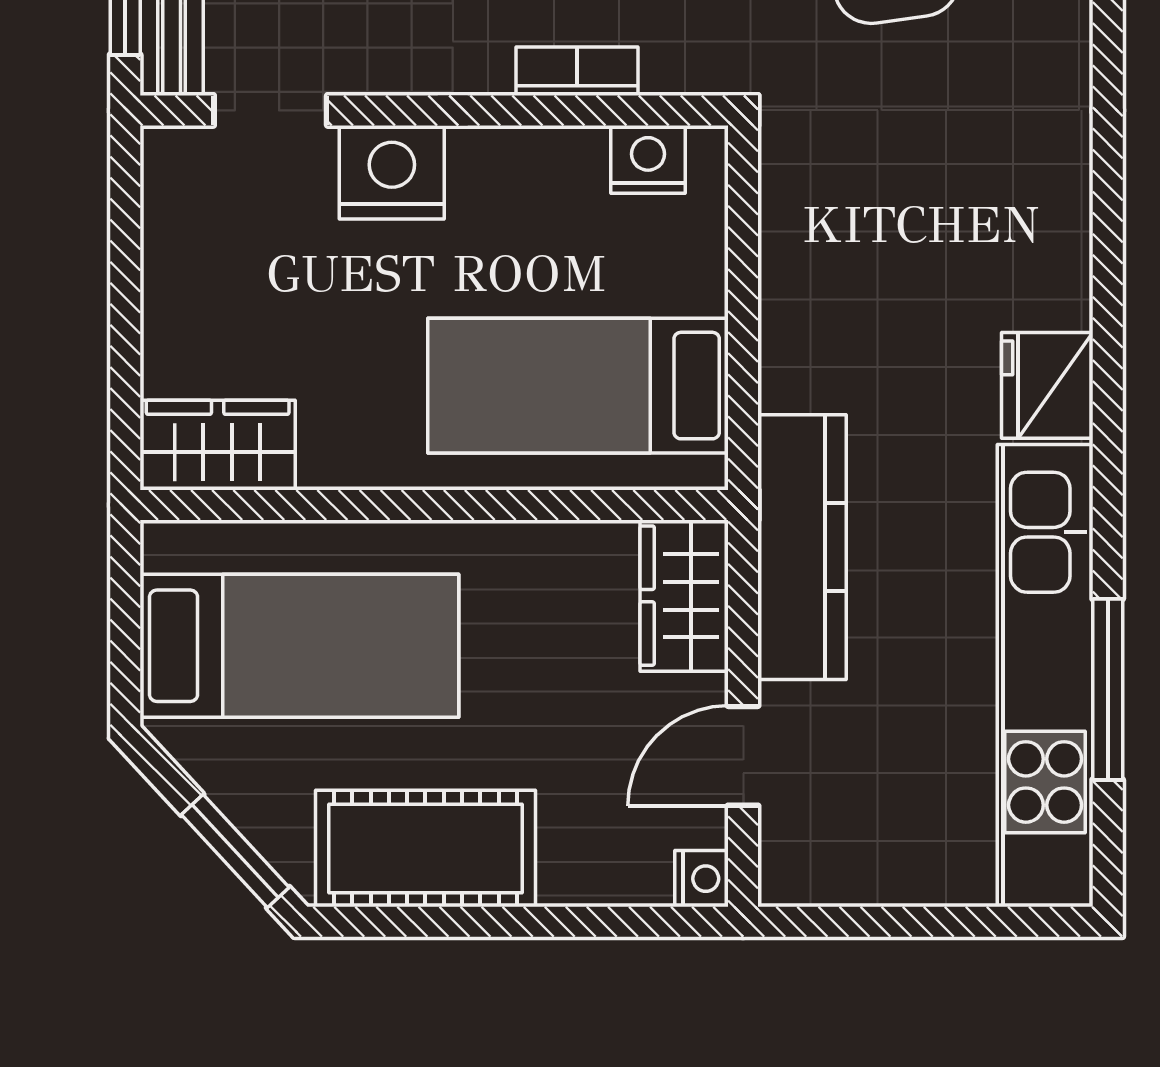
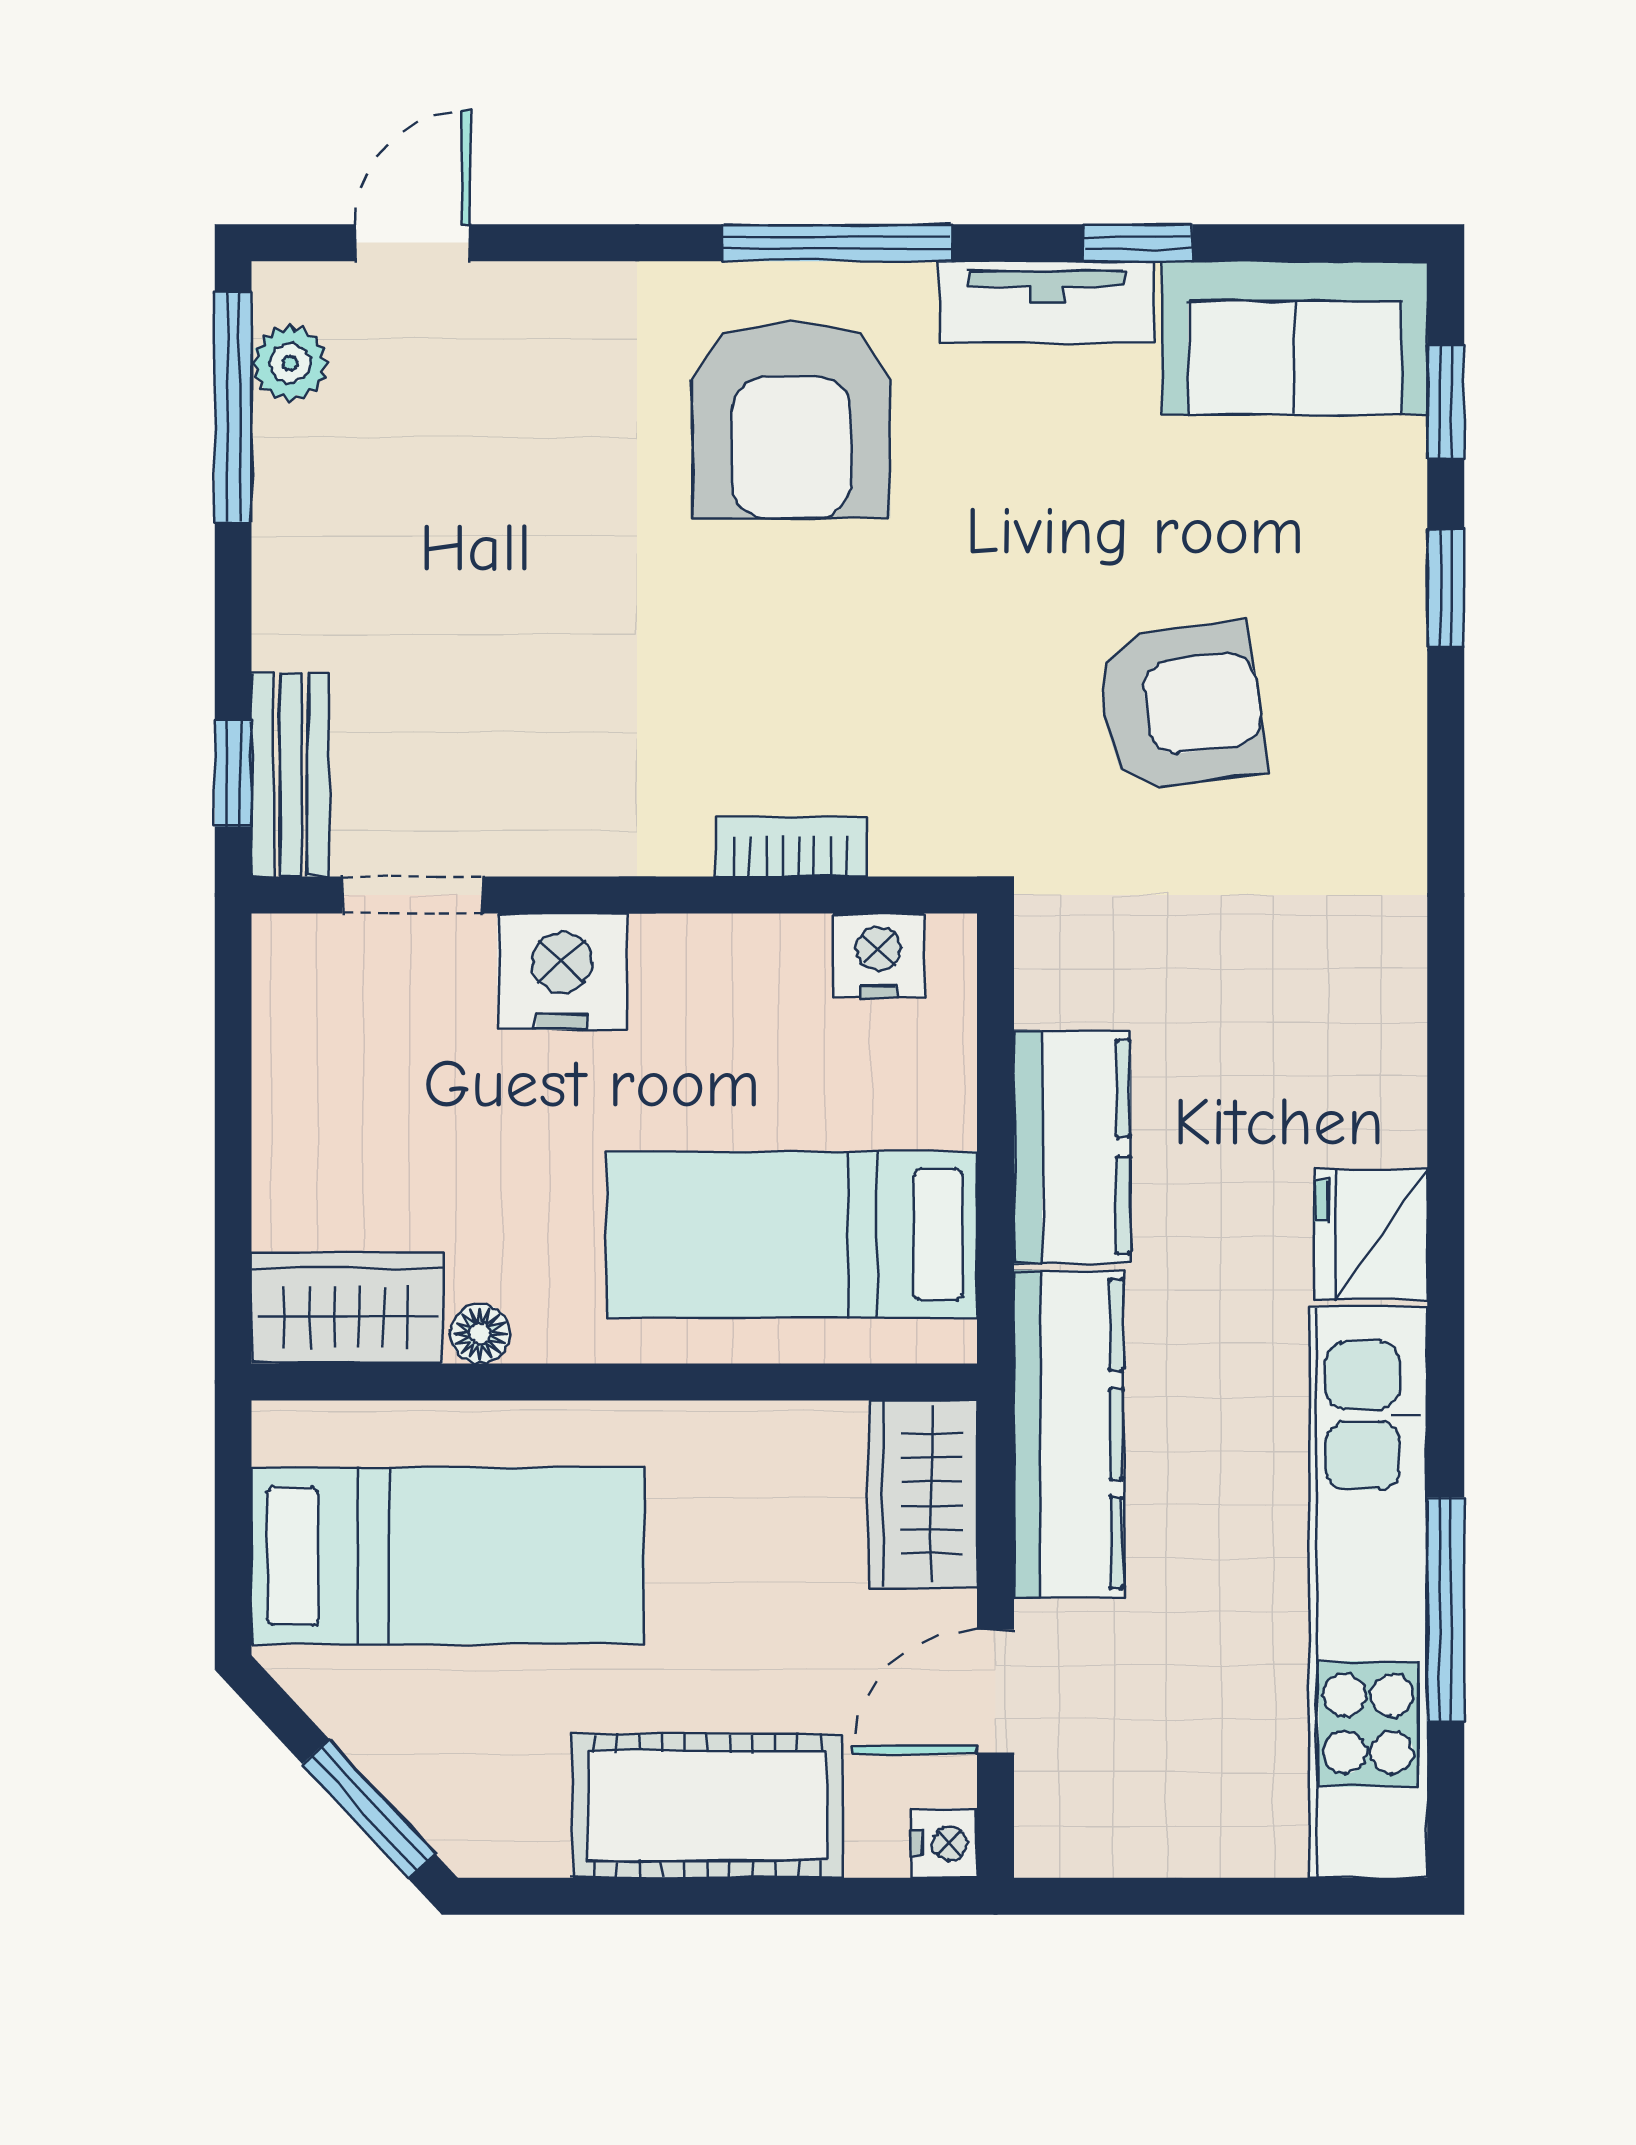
kitchen counter: (805, 314) -> (1072, 1147), added
floor lamp: (325, 466) -> (480, 1334), added
cot: (425, 848) -> (708, 1806), moved

